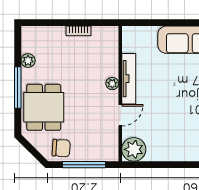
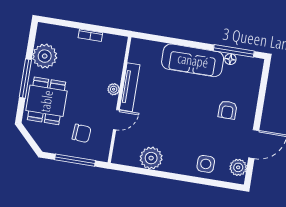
plant: (28, 61) -> (45, 56), width x1.87, depth x1.87
chair: (61, 148) -> (82, 133), moved
plant: (134, 149) -> (151, 158), moved

